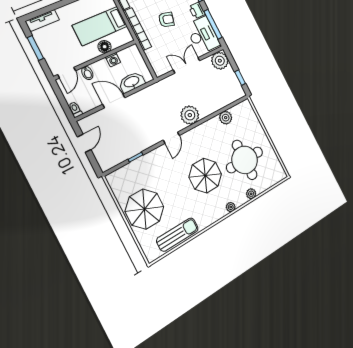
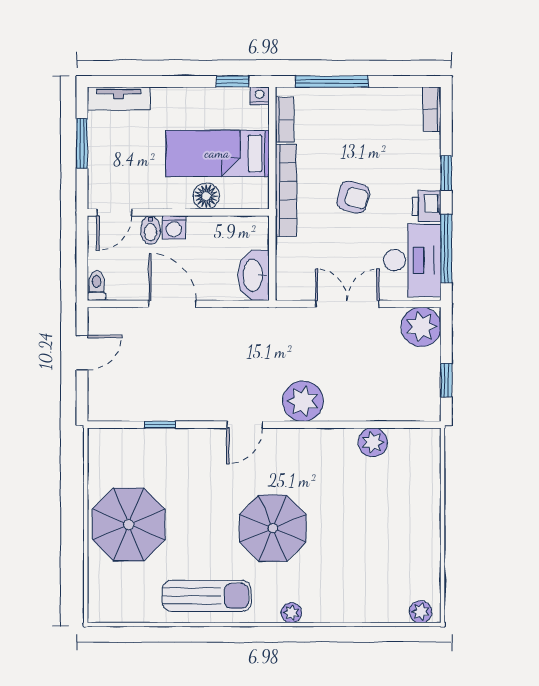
washing machine: (113, 60) -> (174, 227), moved
washbasin: (132, 82) -> (254, 275), moved, turned -90
round table: (245, 160) -> (368, 542), removed
plant: (251, 194) -> (420, 612), moved
sun lounger: (177, 234) -> (207, 596), moved

